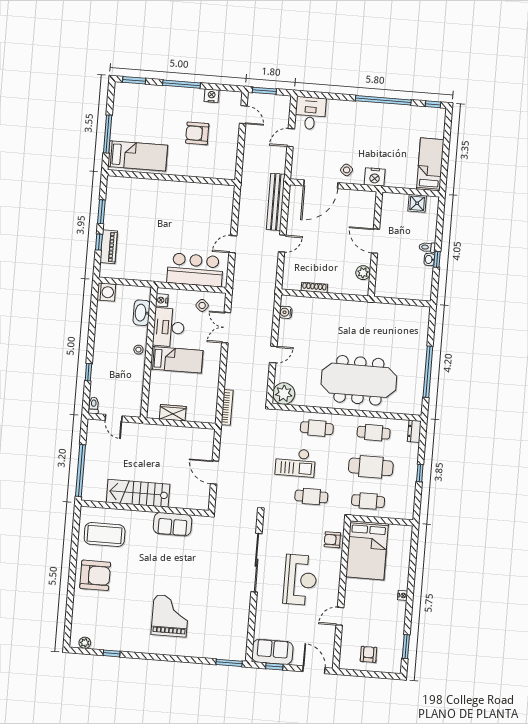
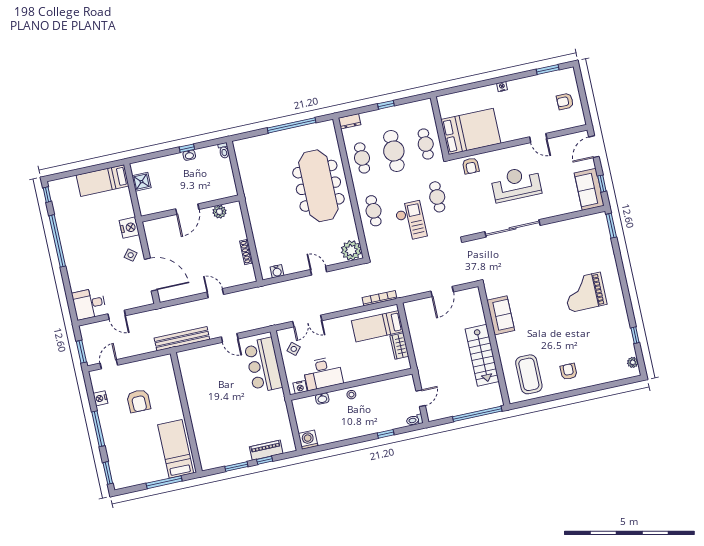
bench: (276, 202) -> (182, 339), moved
toilet: (427, 247) -> (224, 150), moved
washbasin: (142, 313) -> (322, 399), width x0.52, depth x0.69
bed: (177, 360) -> (377, 326), moved, turned -90
armchair: (95, 575) -> (569, 372), width x0.53, depth x0.53

